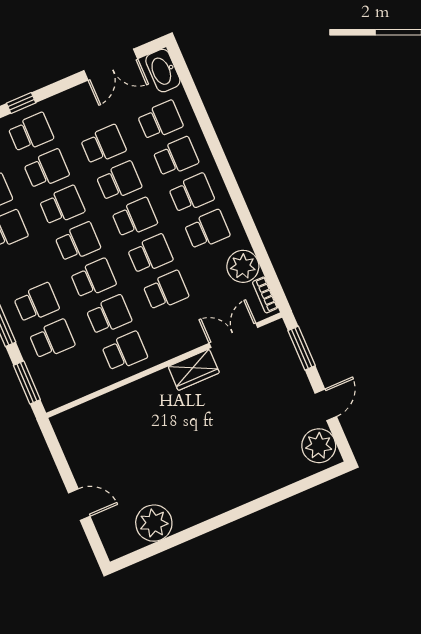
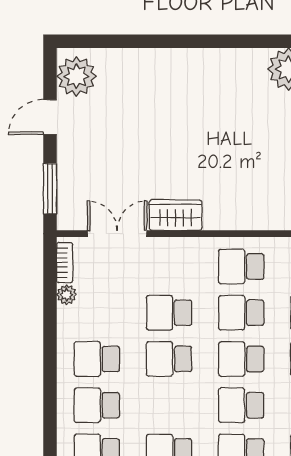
school desk: (135, 218) -> (169, 405), removed
plant: (243, 266) -> (67, 295), width x0.53, depth x0.53
double door: (233, 335) -> (117, 234), swing flipped

